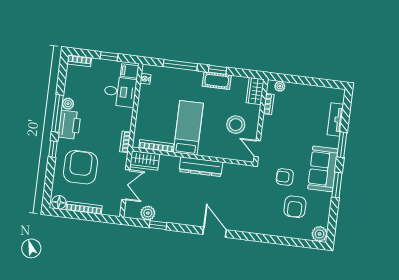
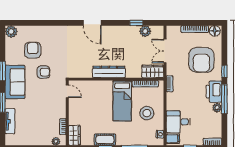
stool: (236, 125) -> (147, 113), moved

